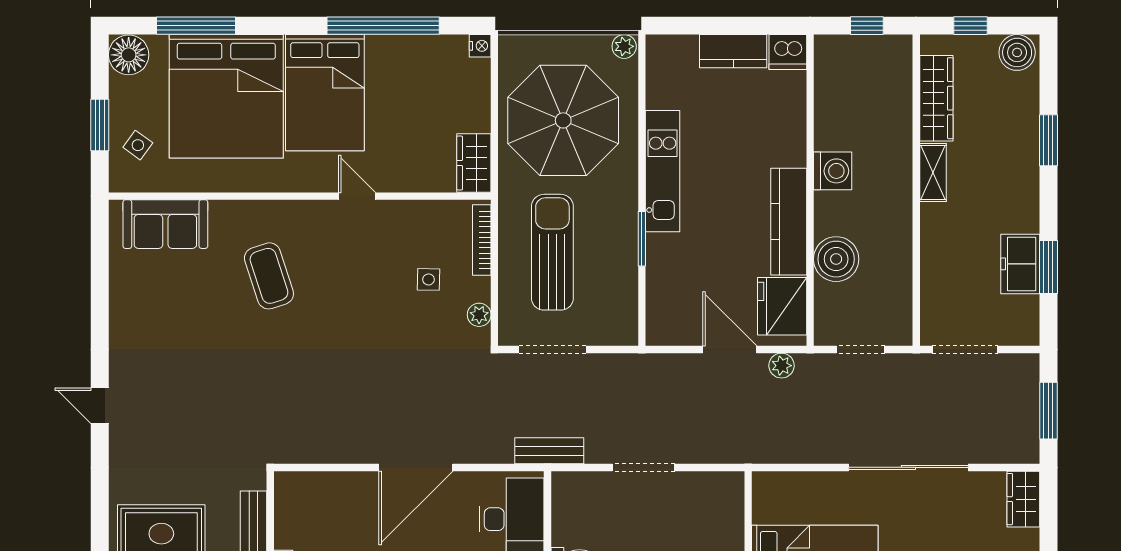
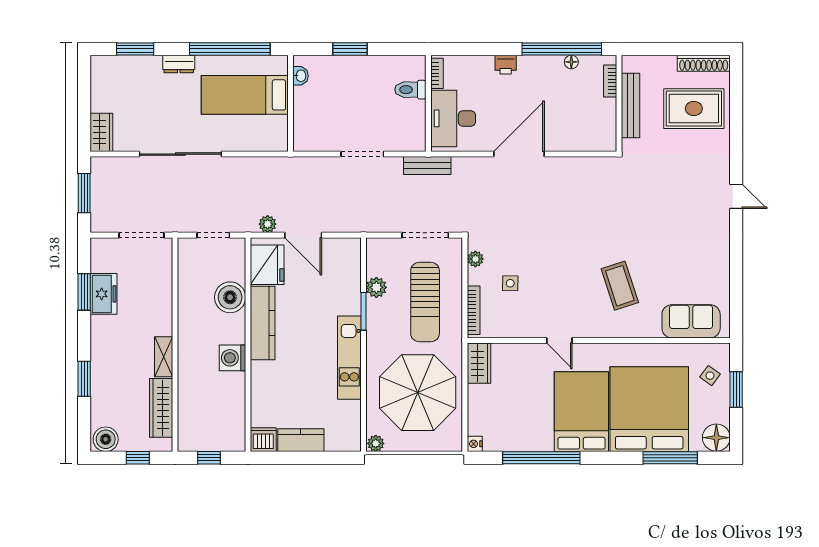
plant: (623, 273) -> (376, 287), added

